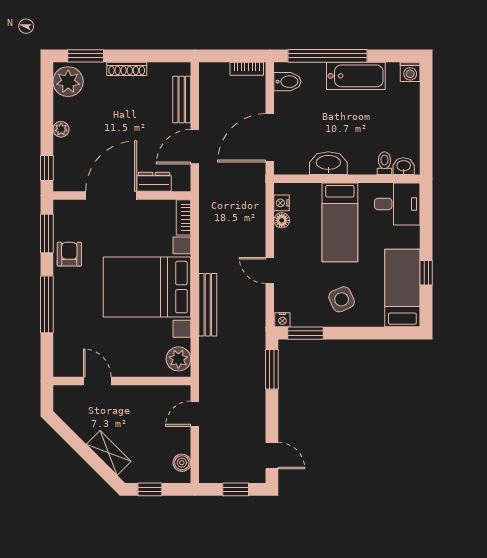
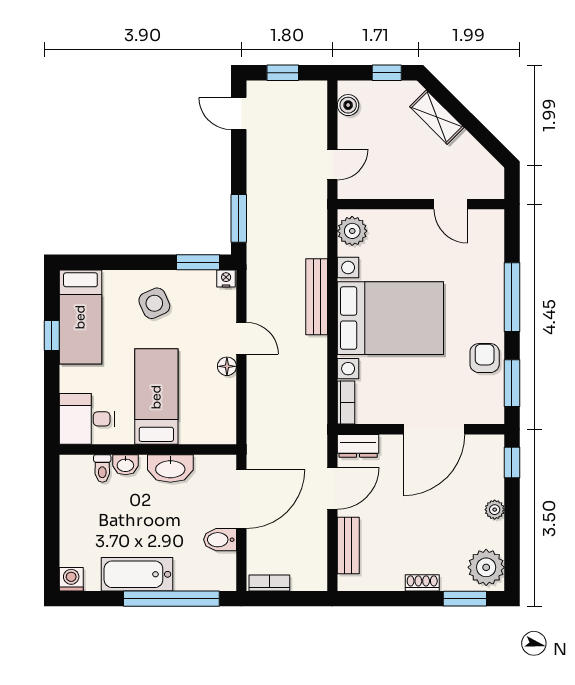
shoe rack: (127, 69) -> (422, 583), width x0.70
bidet: (287, 82) -> (220, 540), moved
washbasin: (404, 166) -> (125, 465), moved
dresser: (154, 182) -> (358, 446), moved
nightstand: (282, 203) -> (227, 420), removed
floor lamp: (282, 220) -> (227, 366), moved
armchair: (69, 254) -> (485, 358), turned 180

